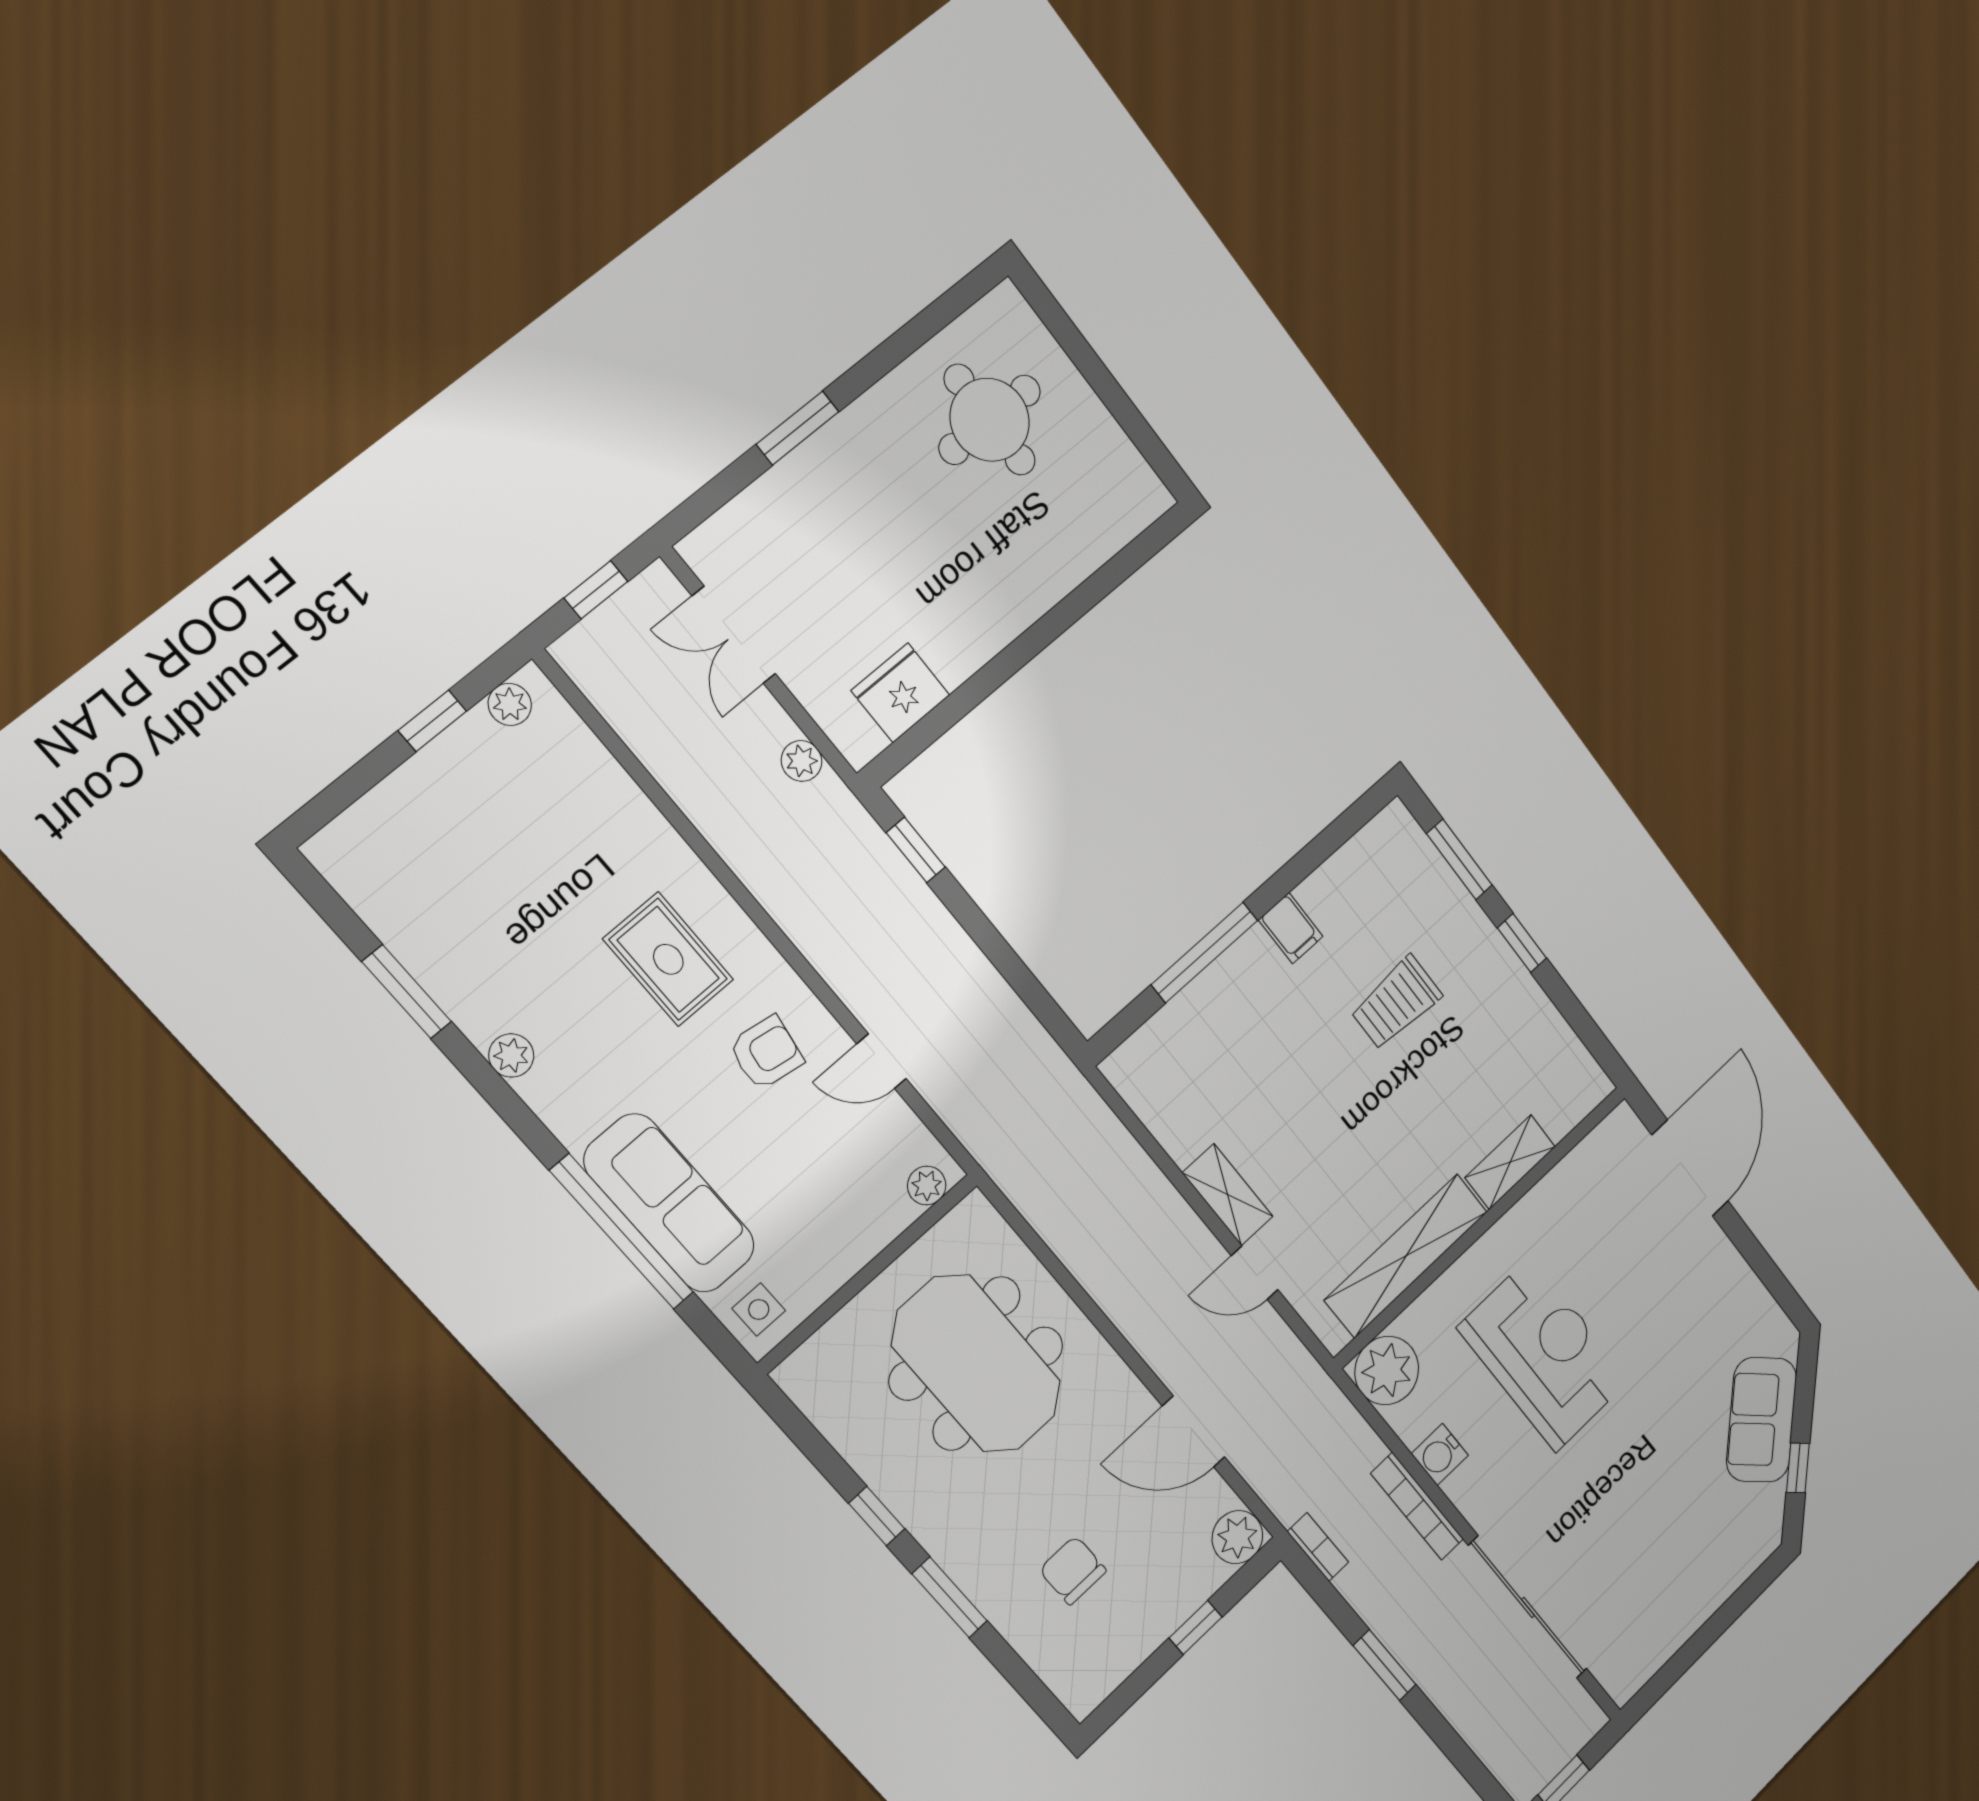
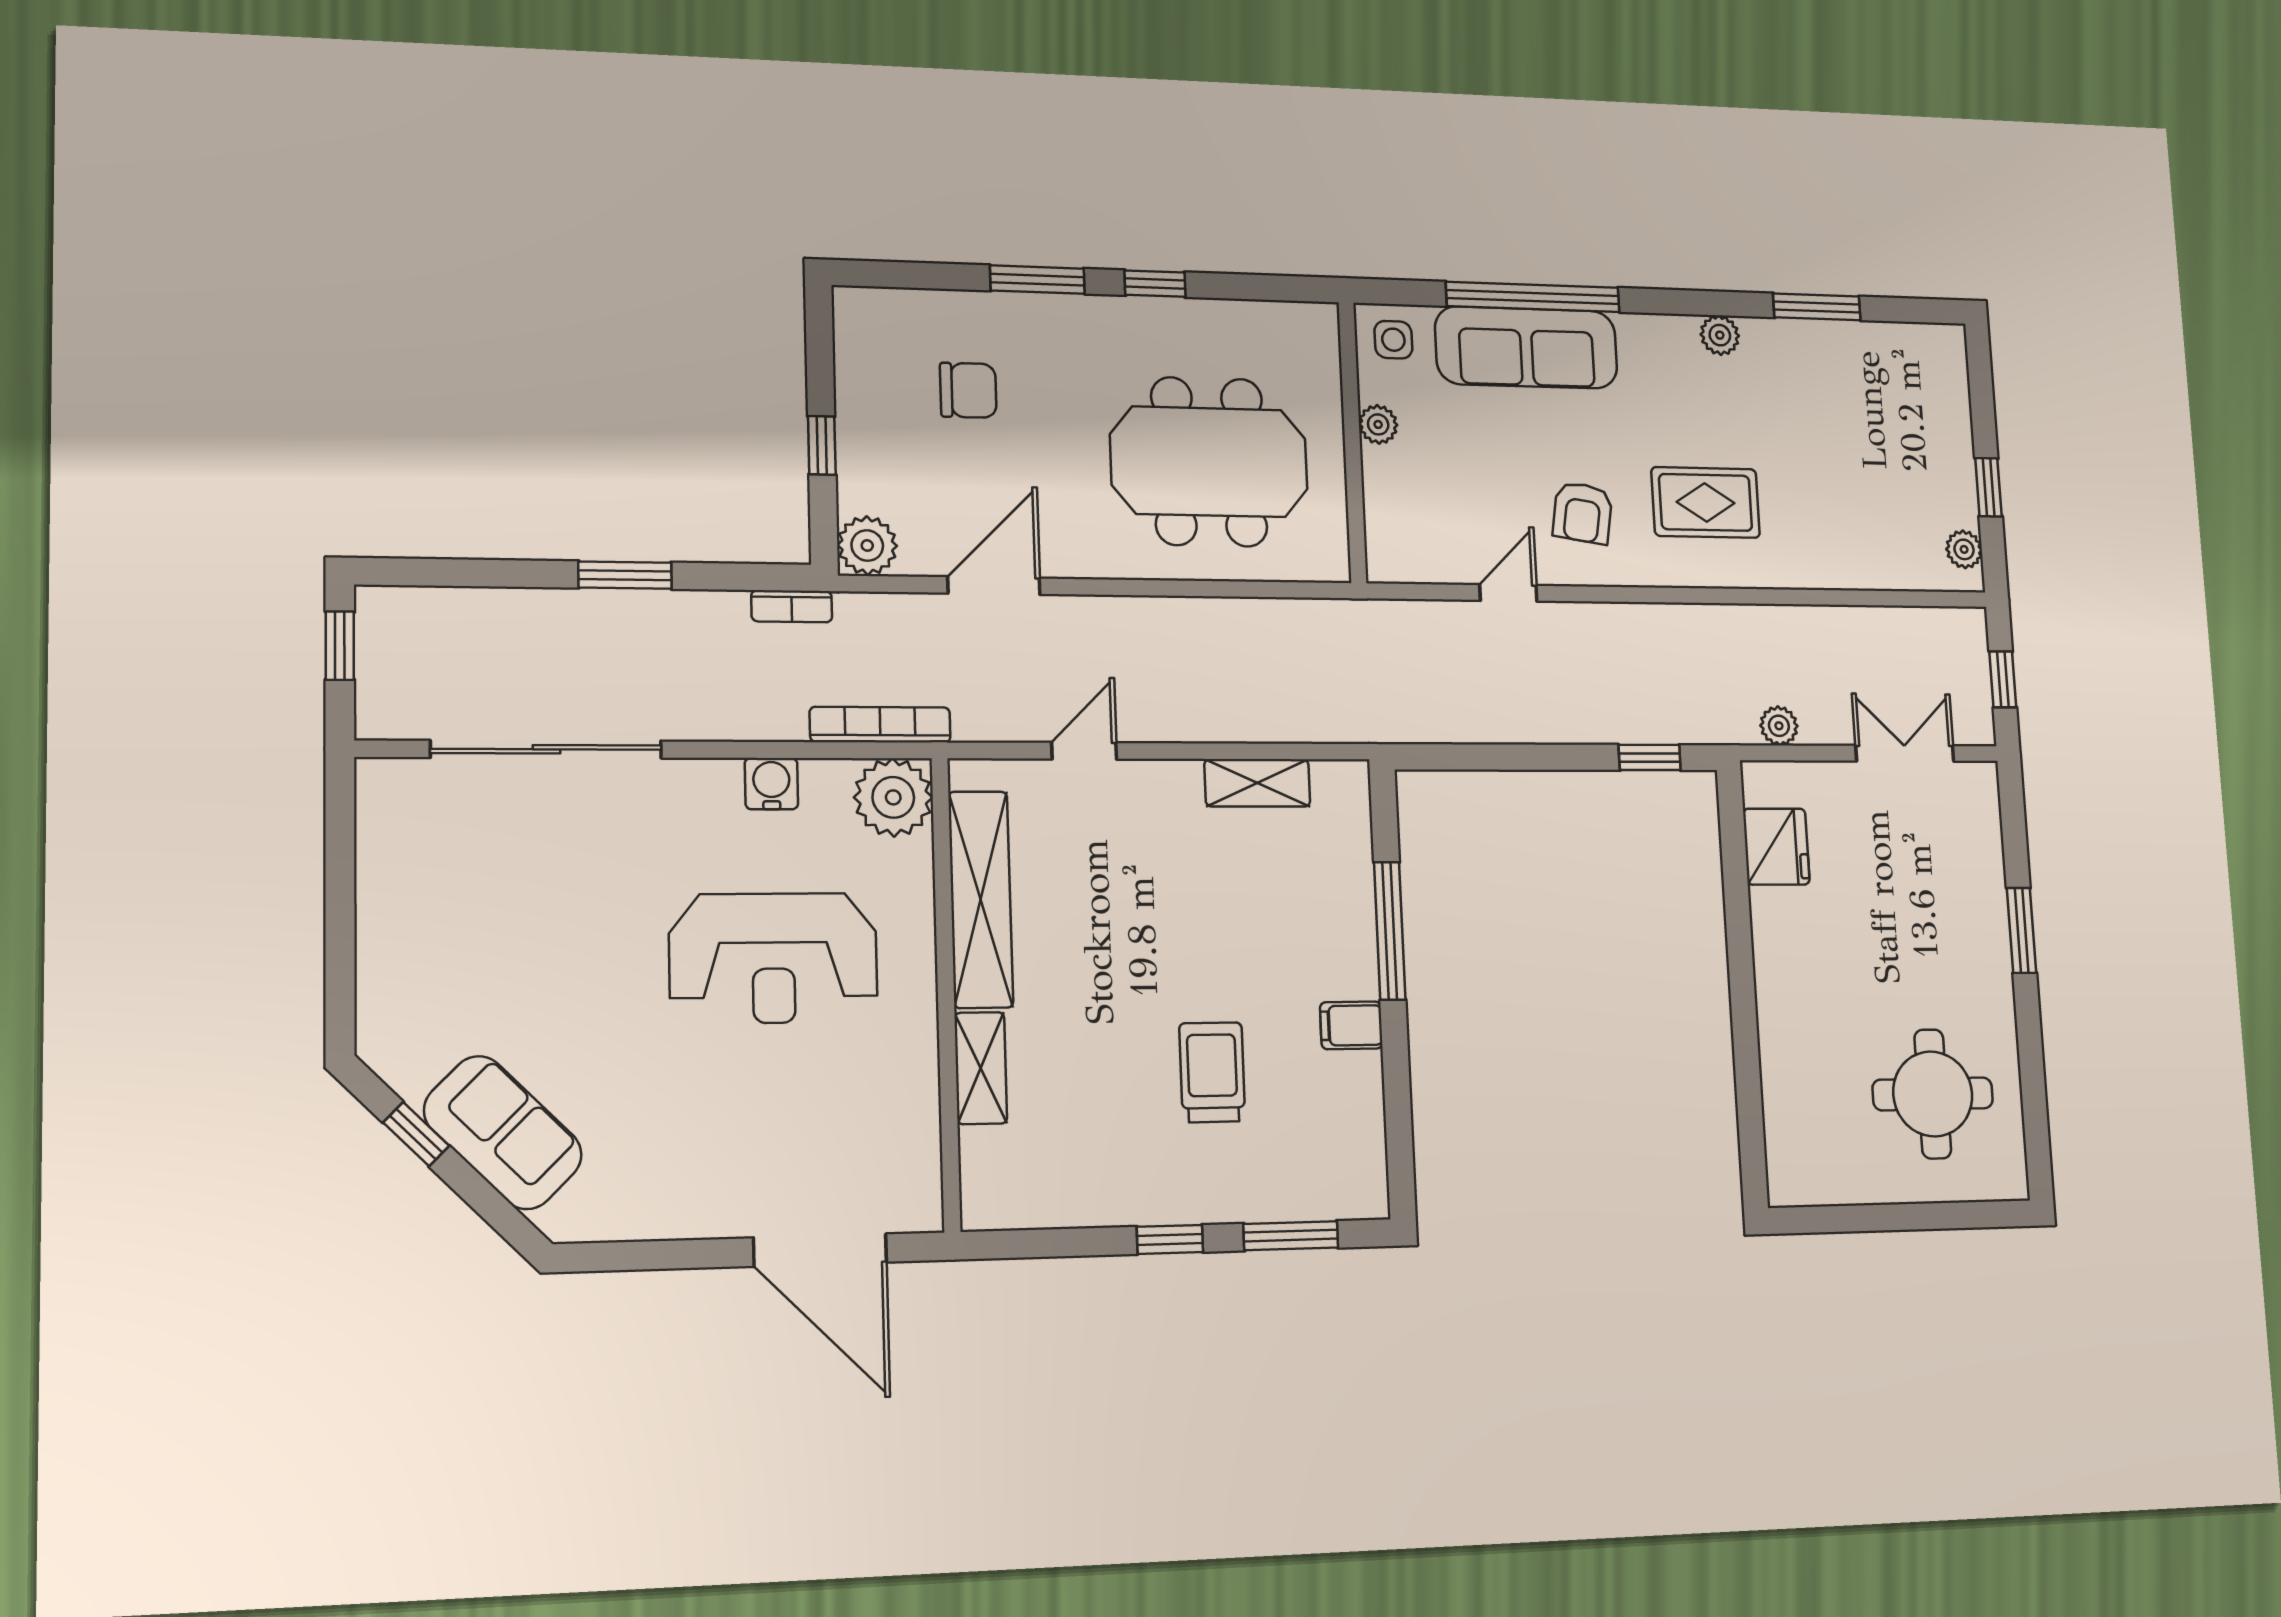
plant: (927, 1186) -> (1378, 424), moved
shelving: (1228, 1195) -> (1257, 783), moved
bookcase: (1417, 1506) -> (880, 725), moved

